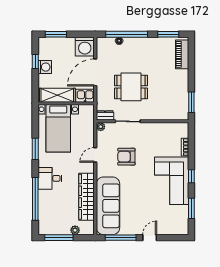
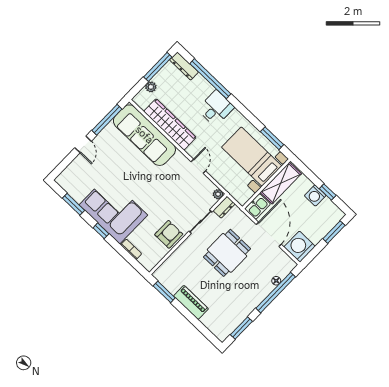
piano: (182, 54) -> (191, 302), moved
window: (35, 149) -> (272, 138), moved
armchair: (126, 157) -> (169, 234), moved
dresser: (43, 222) -> (184, 66), added

